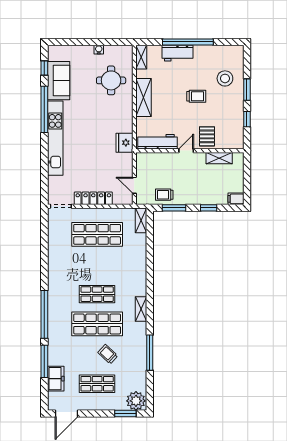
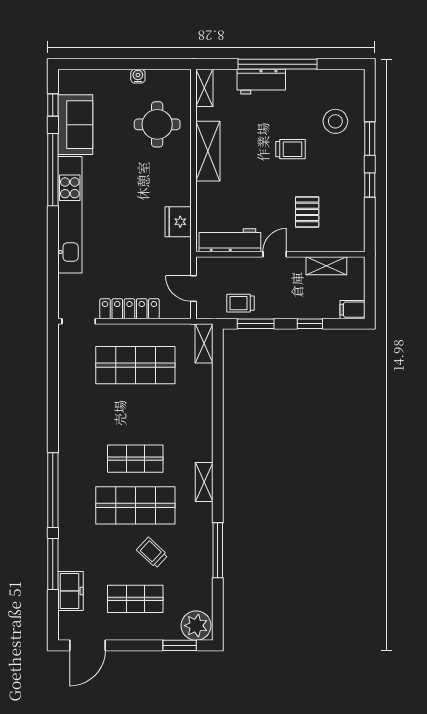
workbench: (158, 142) -> (230, 240), moved
door: (186, 151) -> (275, 254), moved
wall: (190, 151) -> (280, 254), moved
shelving: (219, 158) -> (326, 266), moved

